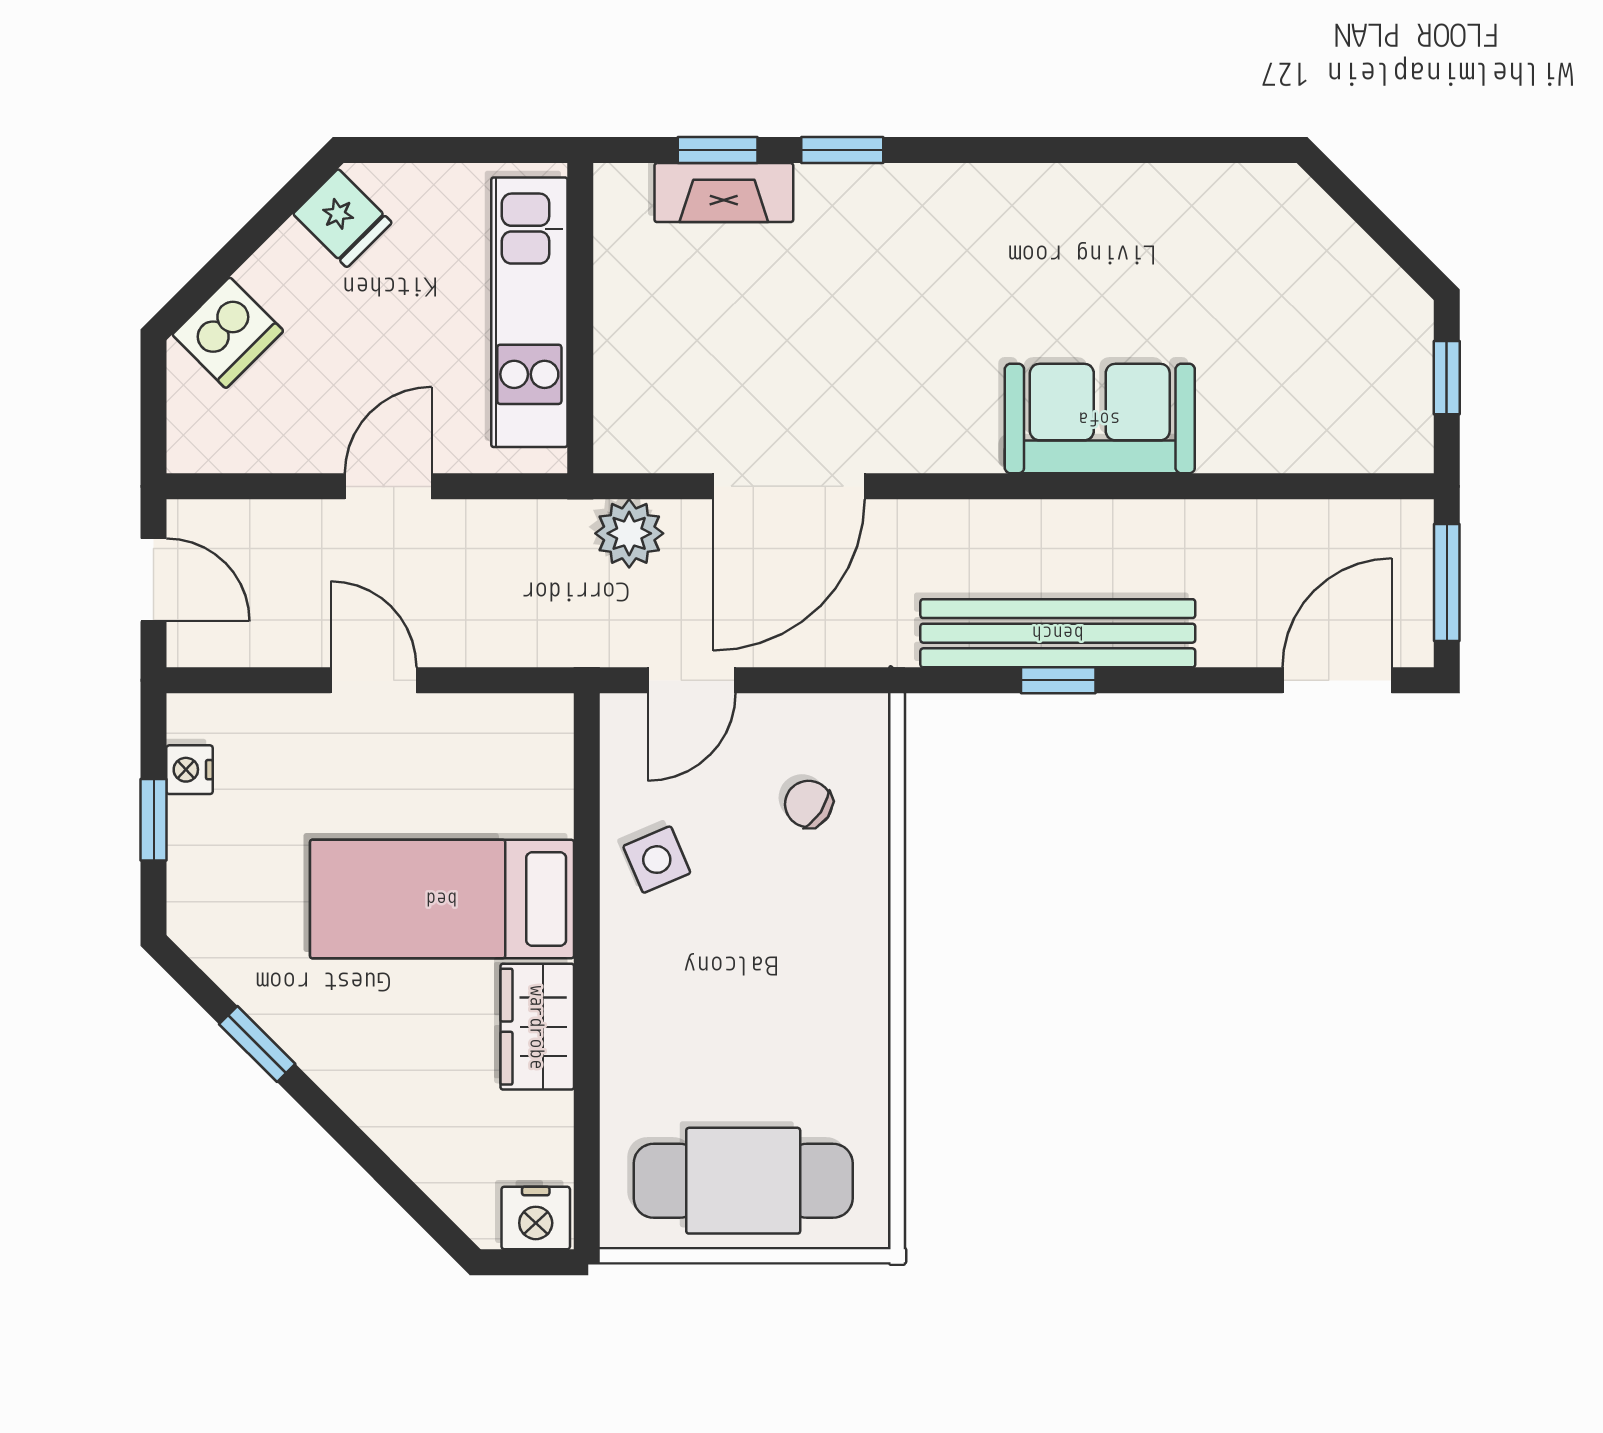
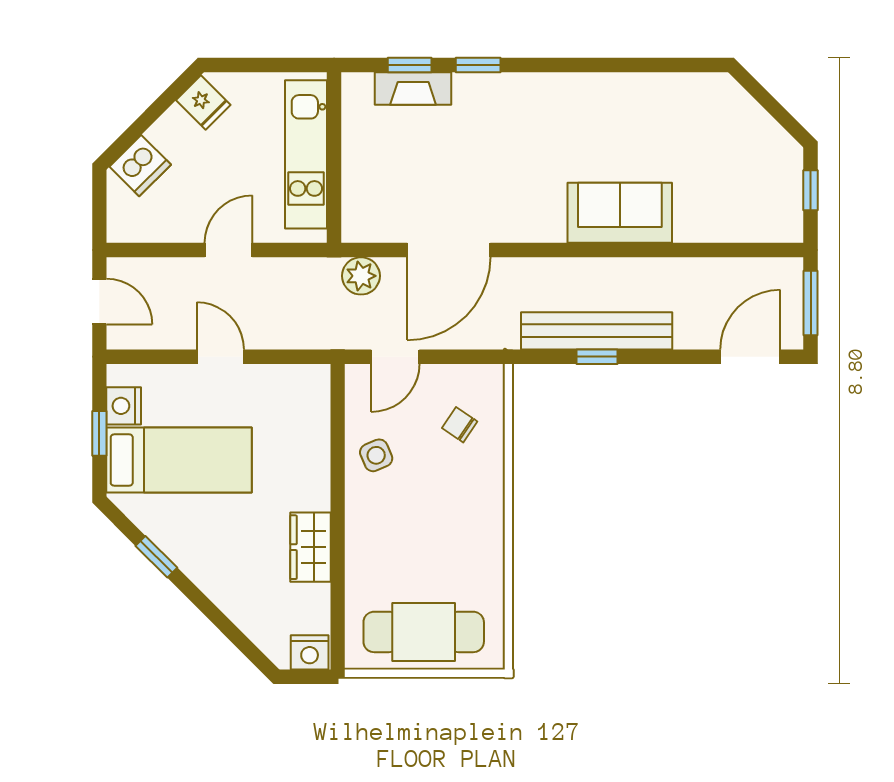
nightstand: (190, 770) -> (124, 406), width x1.39, depth x1.35
bed: (442, 899) -> (179, 460), moved, turned 180

